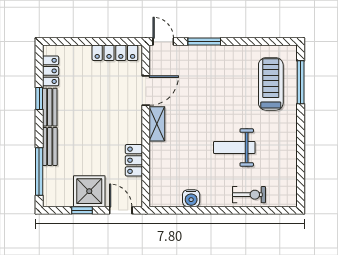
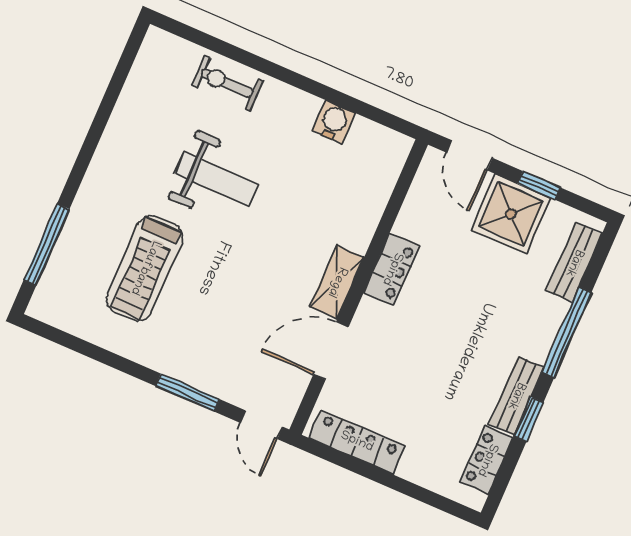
treadmill: (271, 84) -> (145, 268), moved
bench: (50, 146) -> (574, 263), moved
locker: (134, 160) -> (392, 269), moved
window: (39, 171) -> (567, 332), moved

